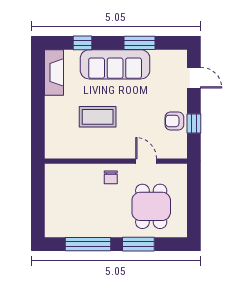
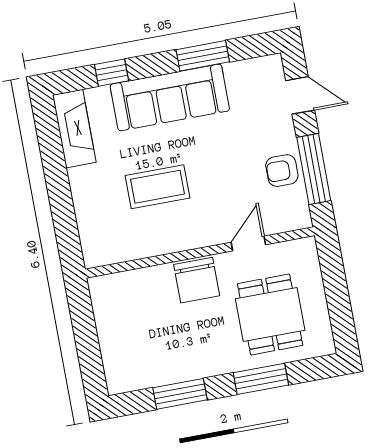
window: (194, 124) -> (314, 169), width x2.17
door: (146, 161) -> (248, 243), hinge flipped
chair: (111, 177) -> (197, 280), width x1.87, depth x1.87
window: (88, 244) -> (180, 394), width x0.69

